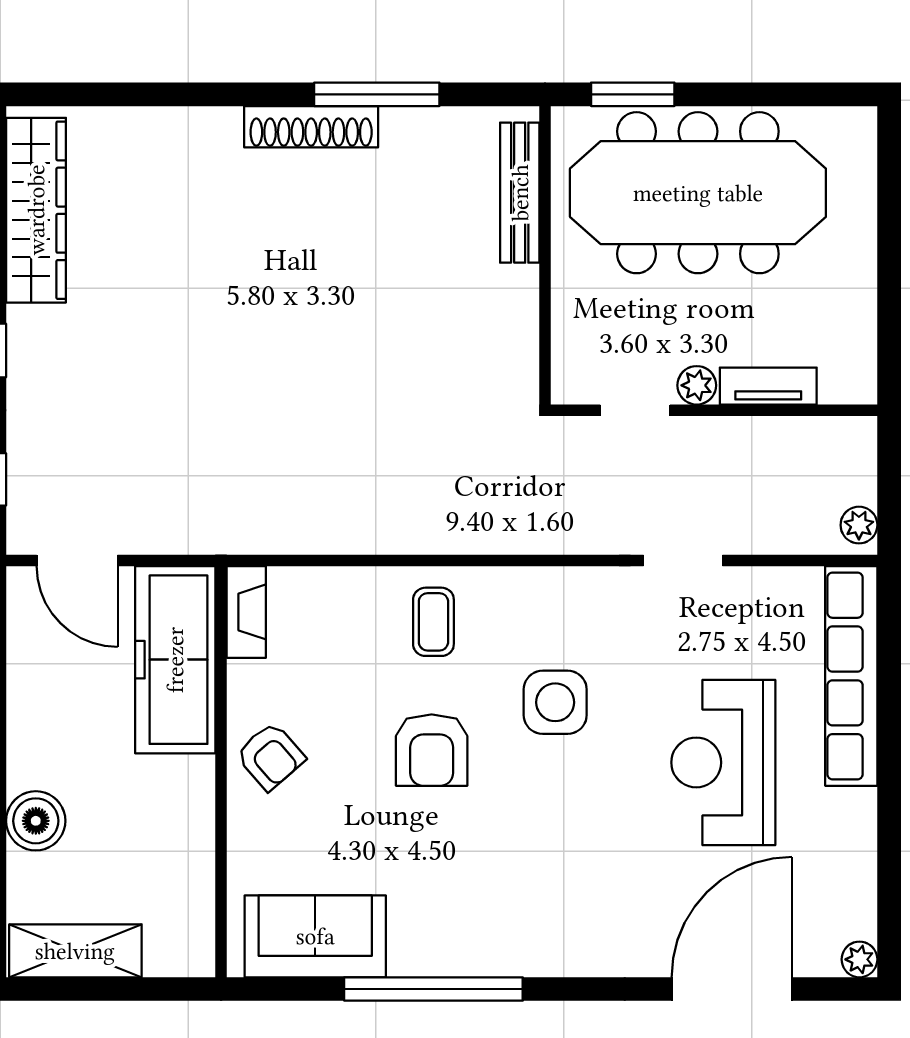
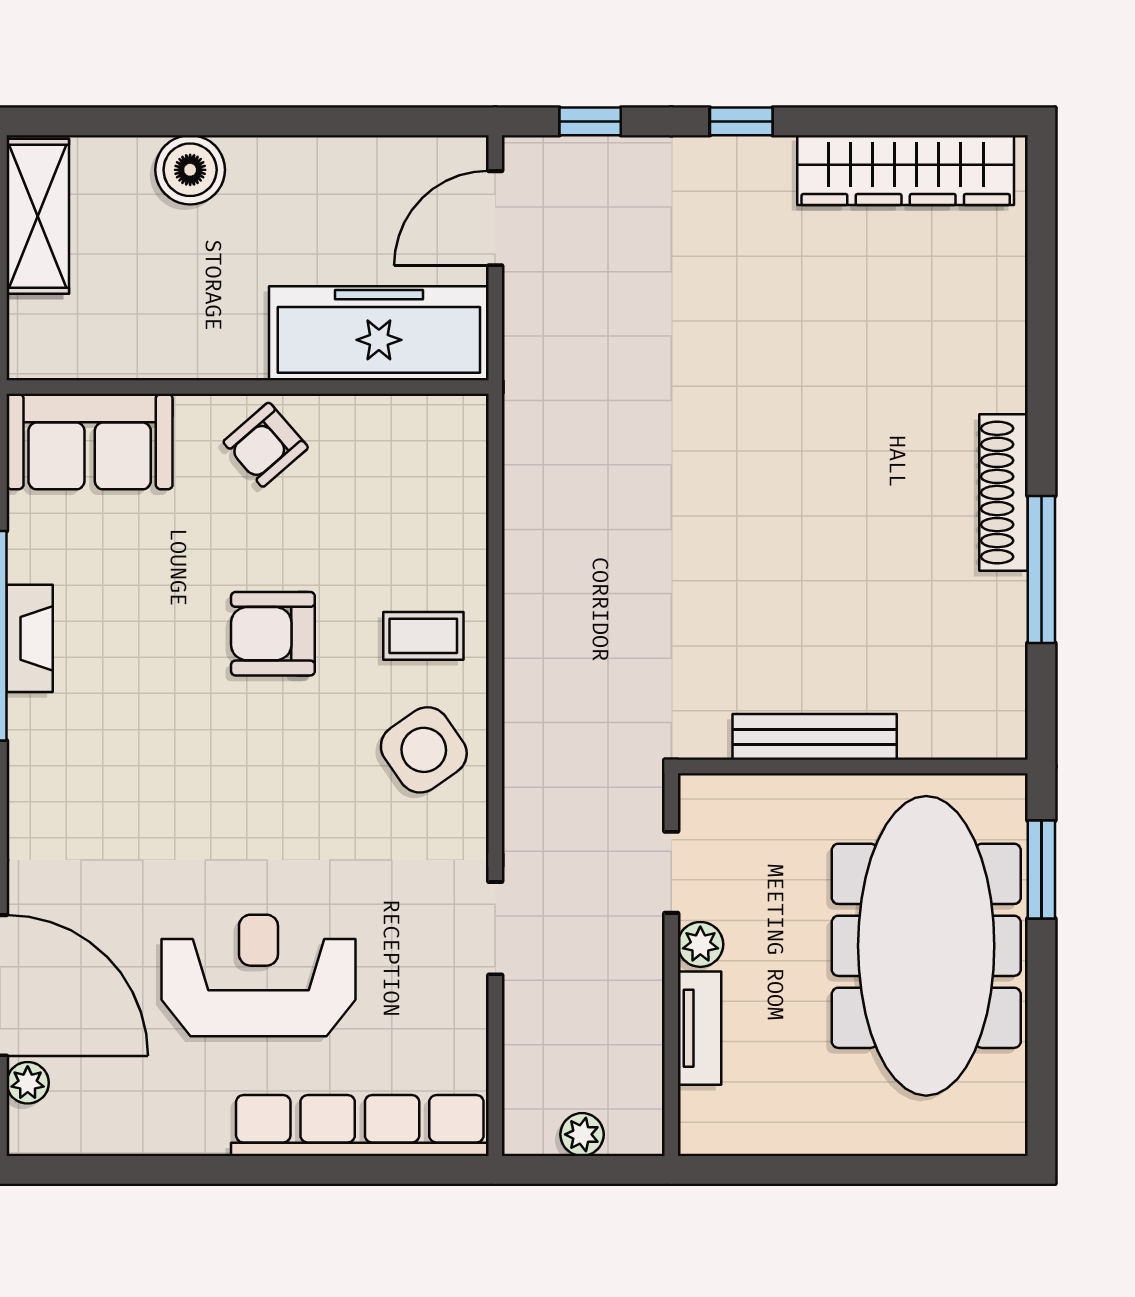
bench: (520, 193) -> (815, 737), moved
plant: (859, 525) -> (582, 1134), moved
fireplace: (246, 612) -> (30, 638), moved, turned -90
side table: (555, 702) -> (424, 750), moved, turned -35
sofa: (315, 936) -> (90, 442), moved, turned 90
plant: (859, 959) -> (28, 1083), moved

